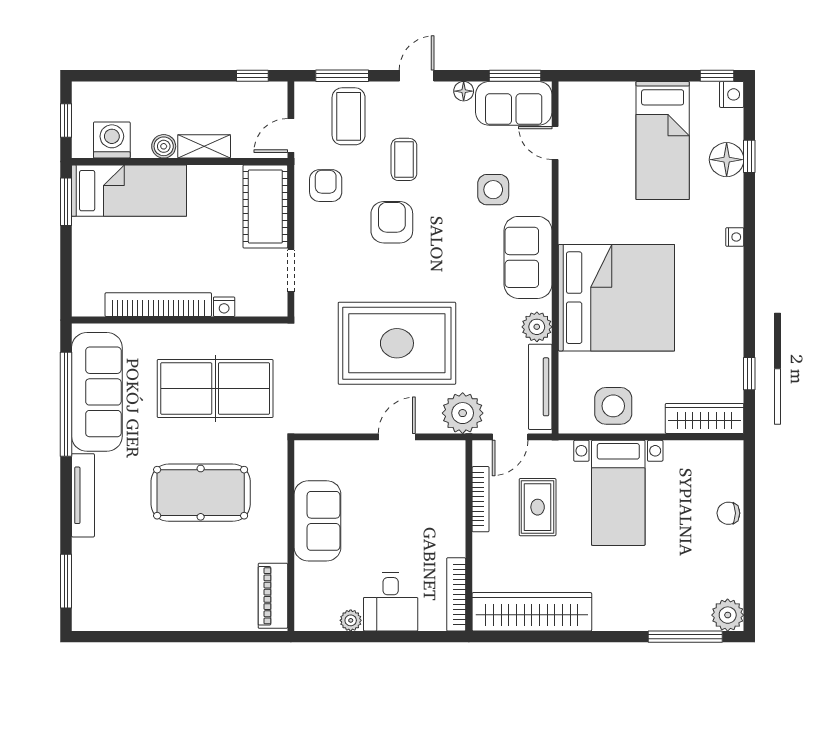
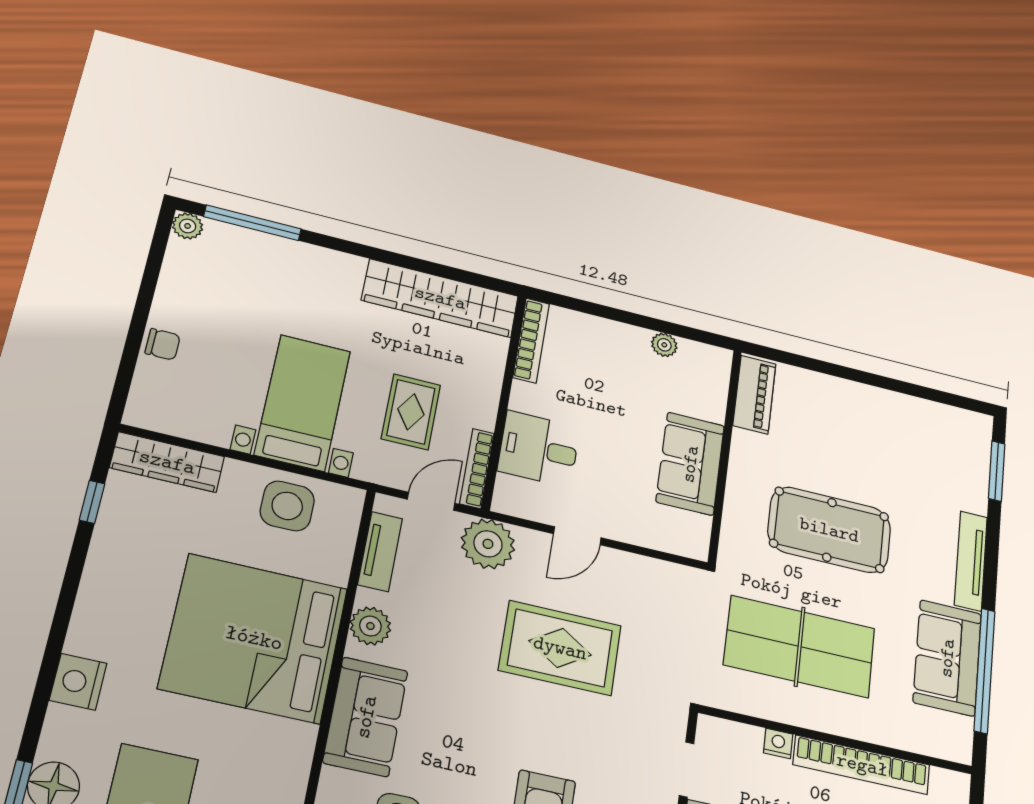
nightstand: (735, 237) -> (78, 682), width x1.89, depth x1.79
rug: (397, 343) -> (560, 648), width x0.73, depth x0.69
tv unit: (540, 387) -> (380, 551), width x0.71
sofa: (97, 392) -> (947, 658), width x0.73
bookcase: (481, 499) -> (477, 468), moved
desk: (391, 602) -> (539, 449), moved, turned -90
plant: (728, 615) -> (188, 226), width x0.73, depth x0.73

